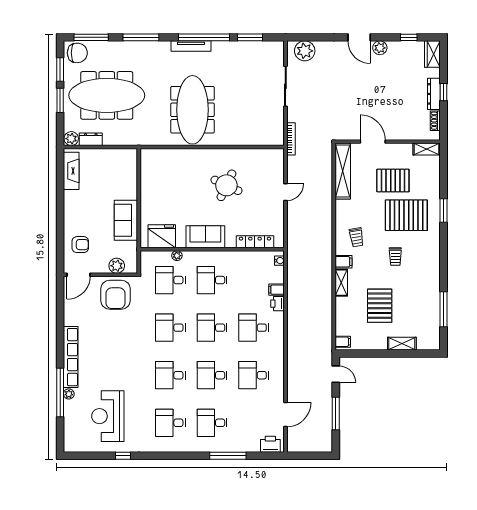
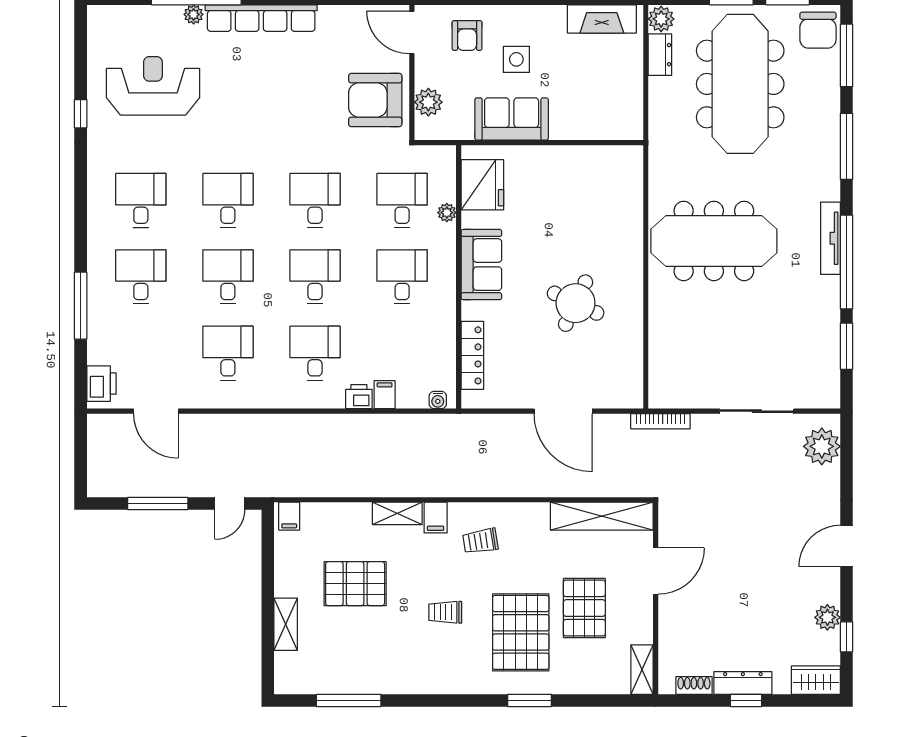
plant: (380, 48) -> (827, 617), moved
door: (285, 192) -> (563, 411), width x1.87
side table: (93, 218) -> (516, 59), added

